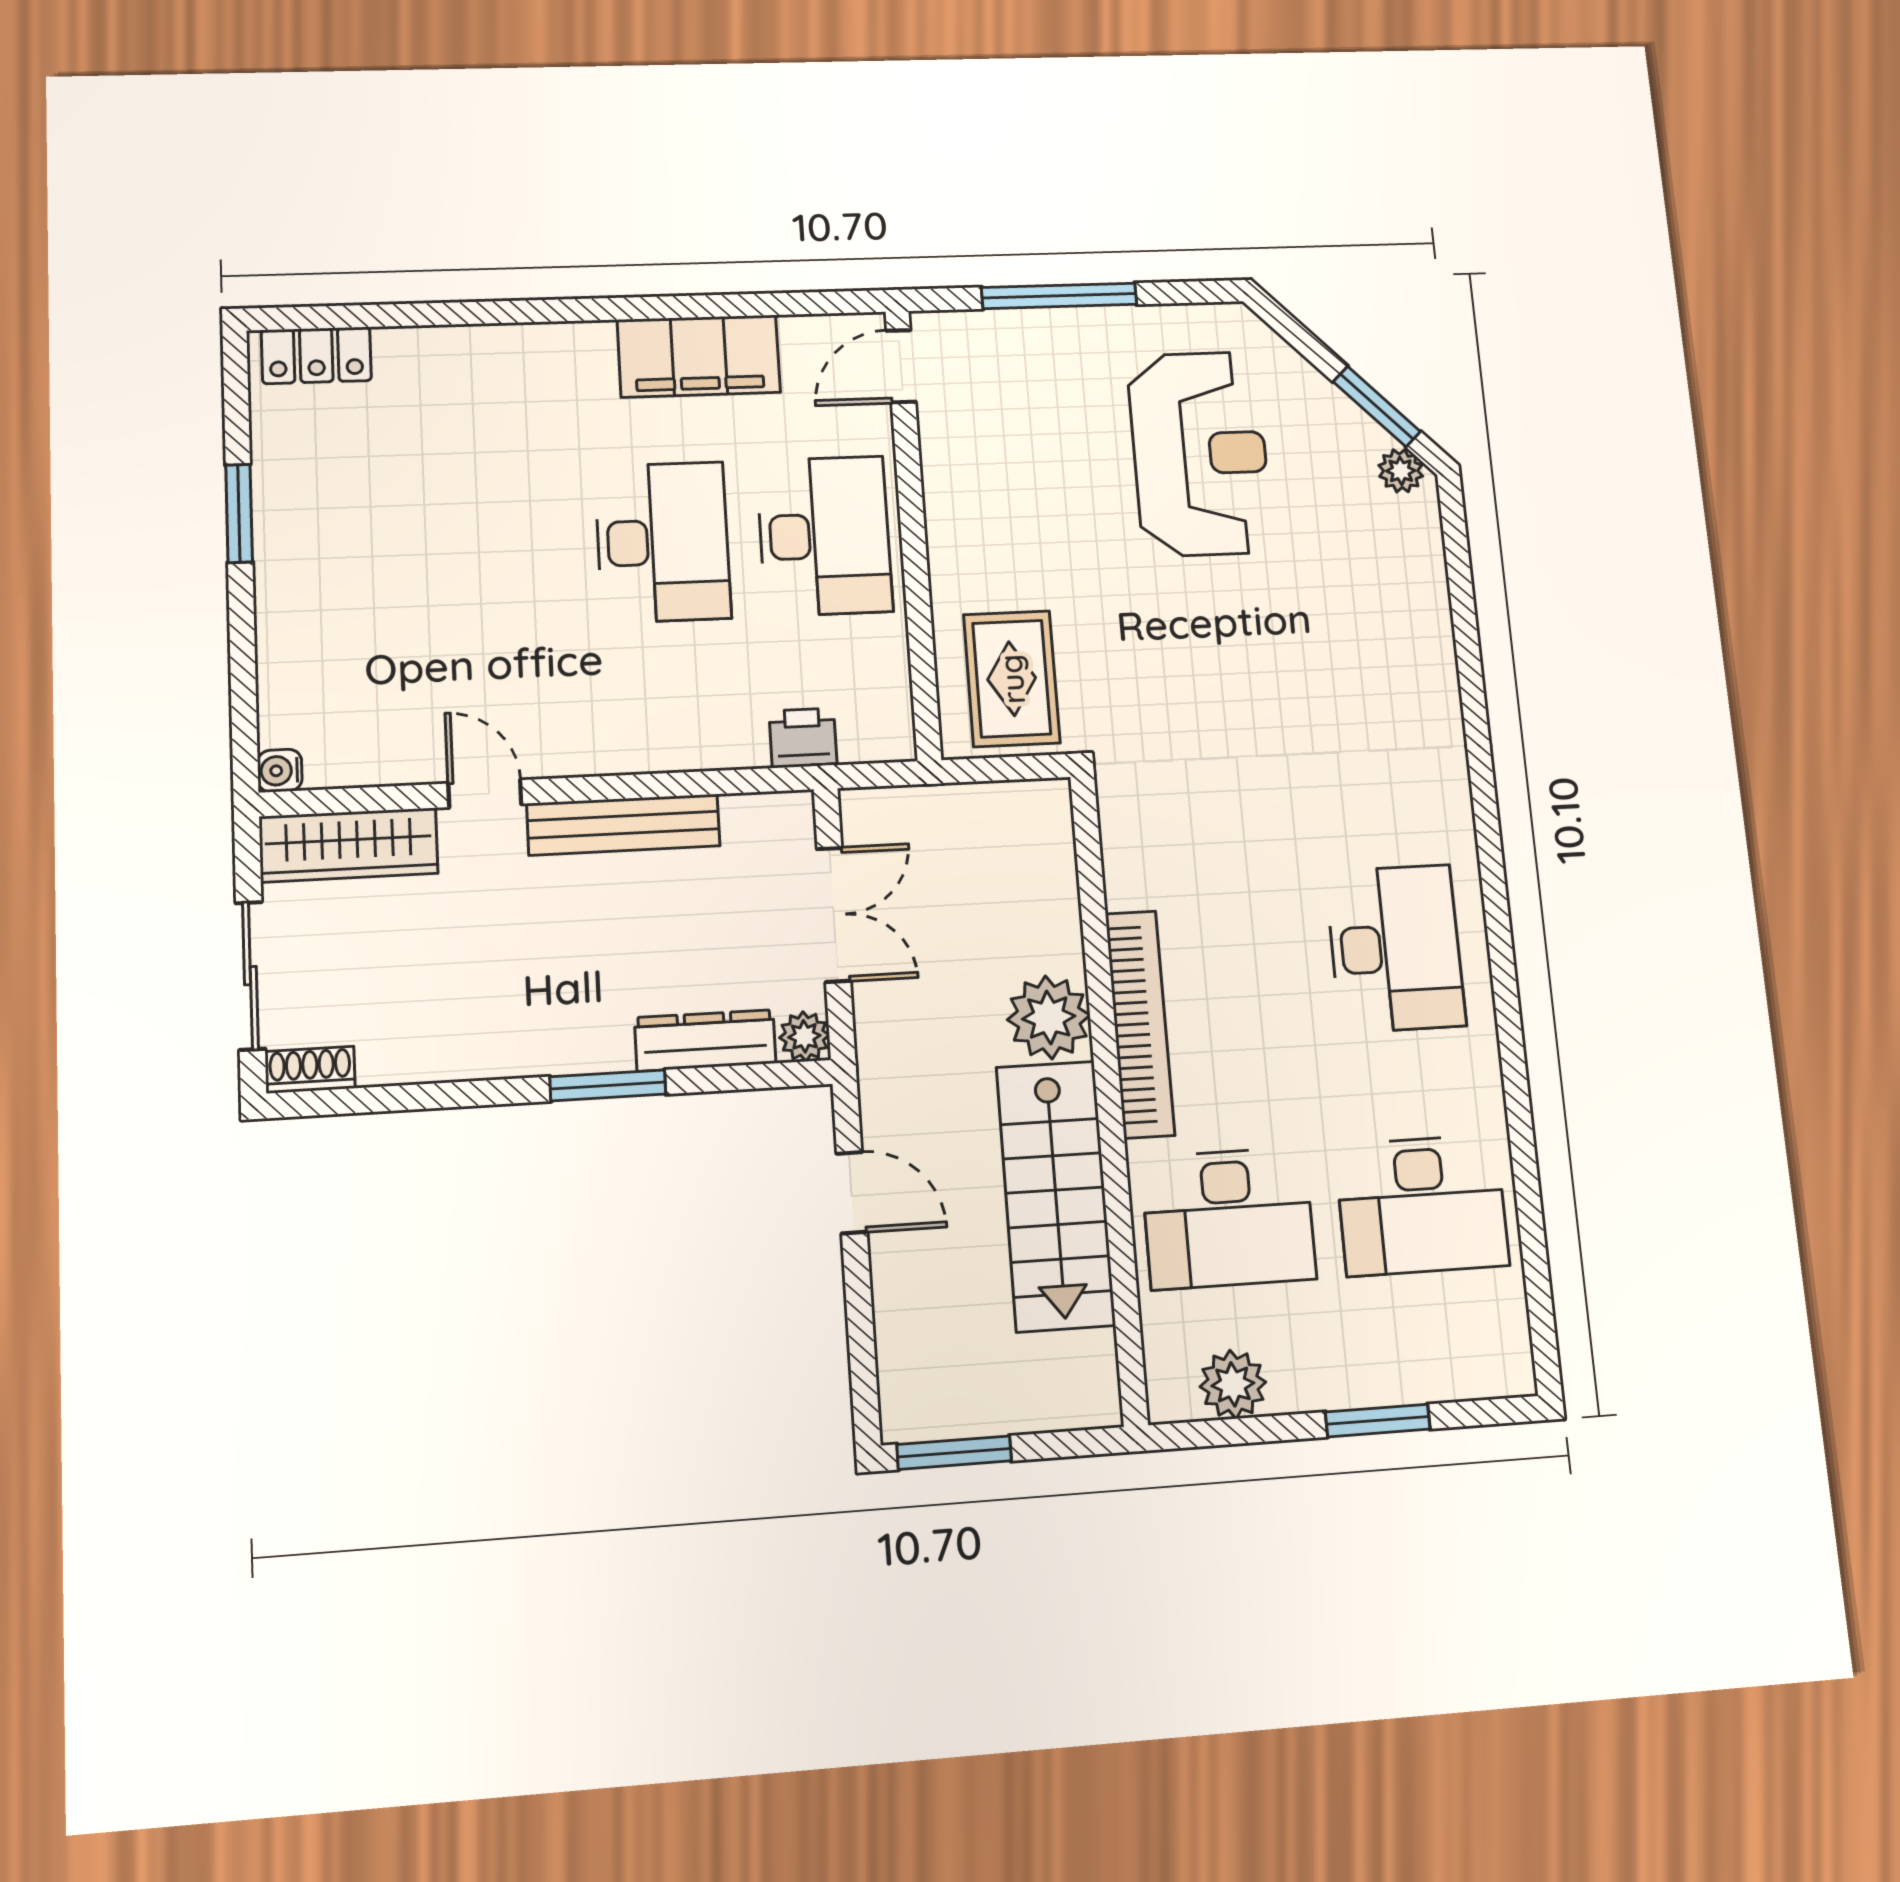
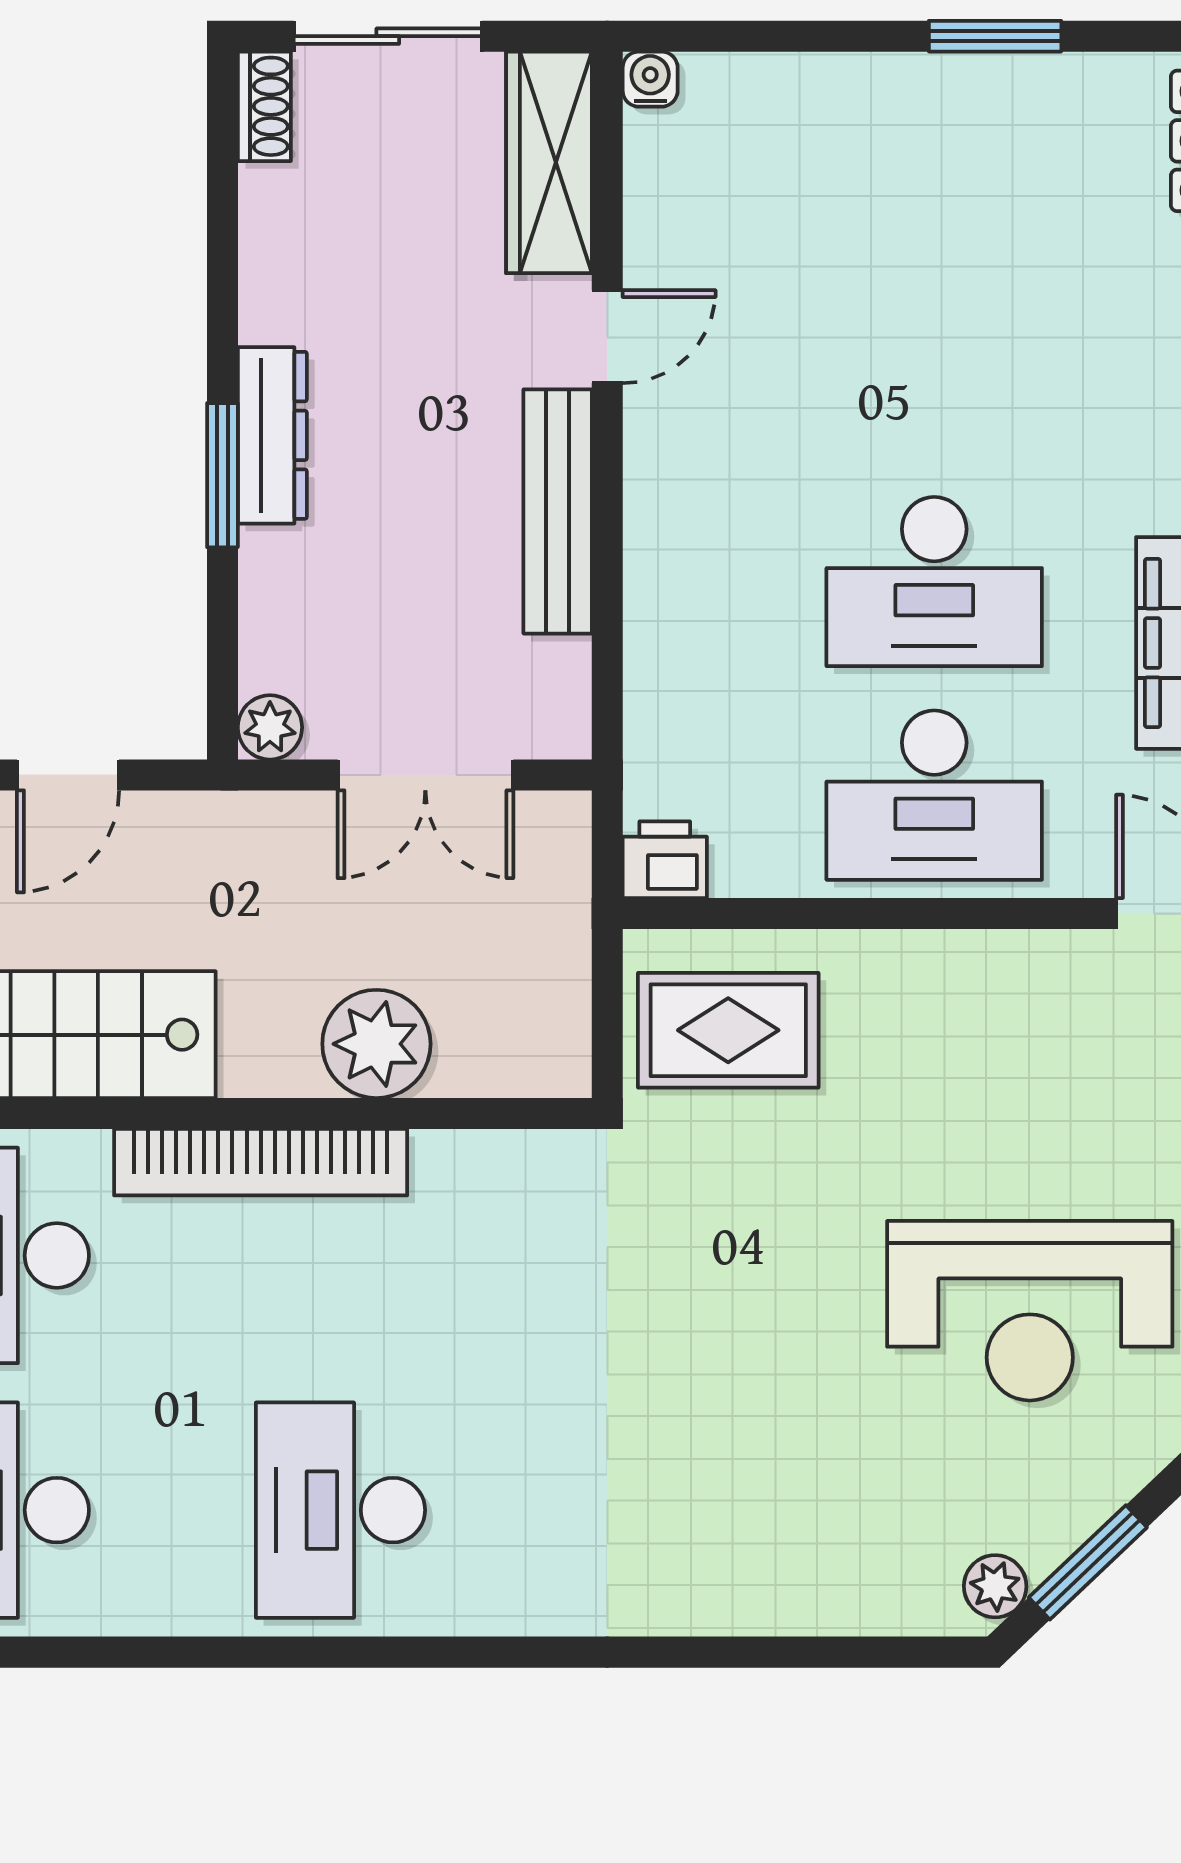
printer: (803, 738) -> (665, 860), moved, turned -90
desk: (1395, 948) -> (340, 1510), turned 90
plant: (1049, 1017) -> (376, 1044), moved
dresser: (705, 1040) -> (272, 435), moved

